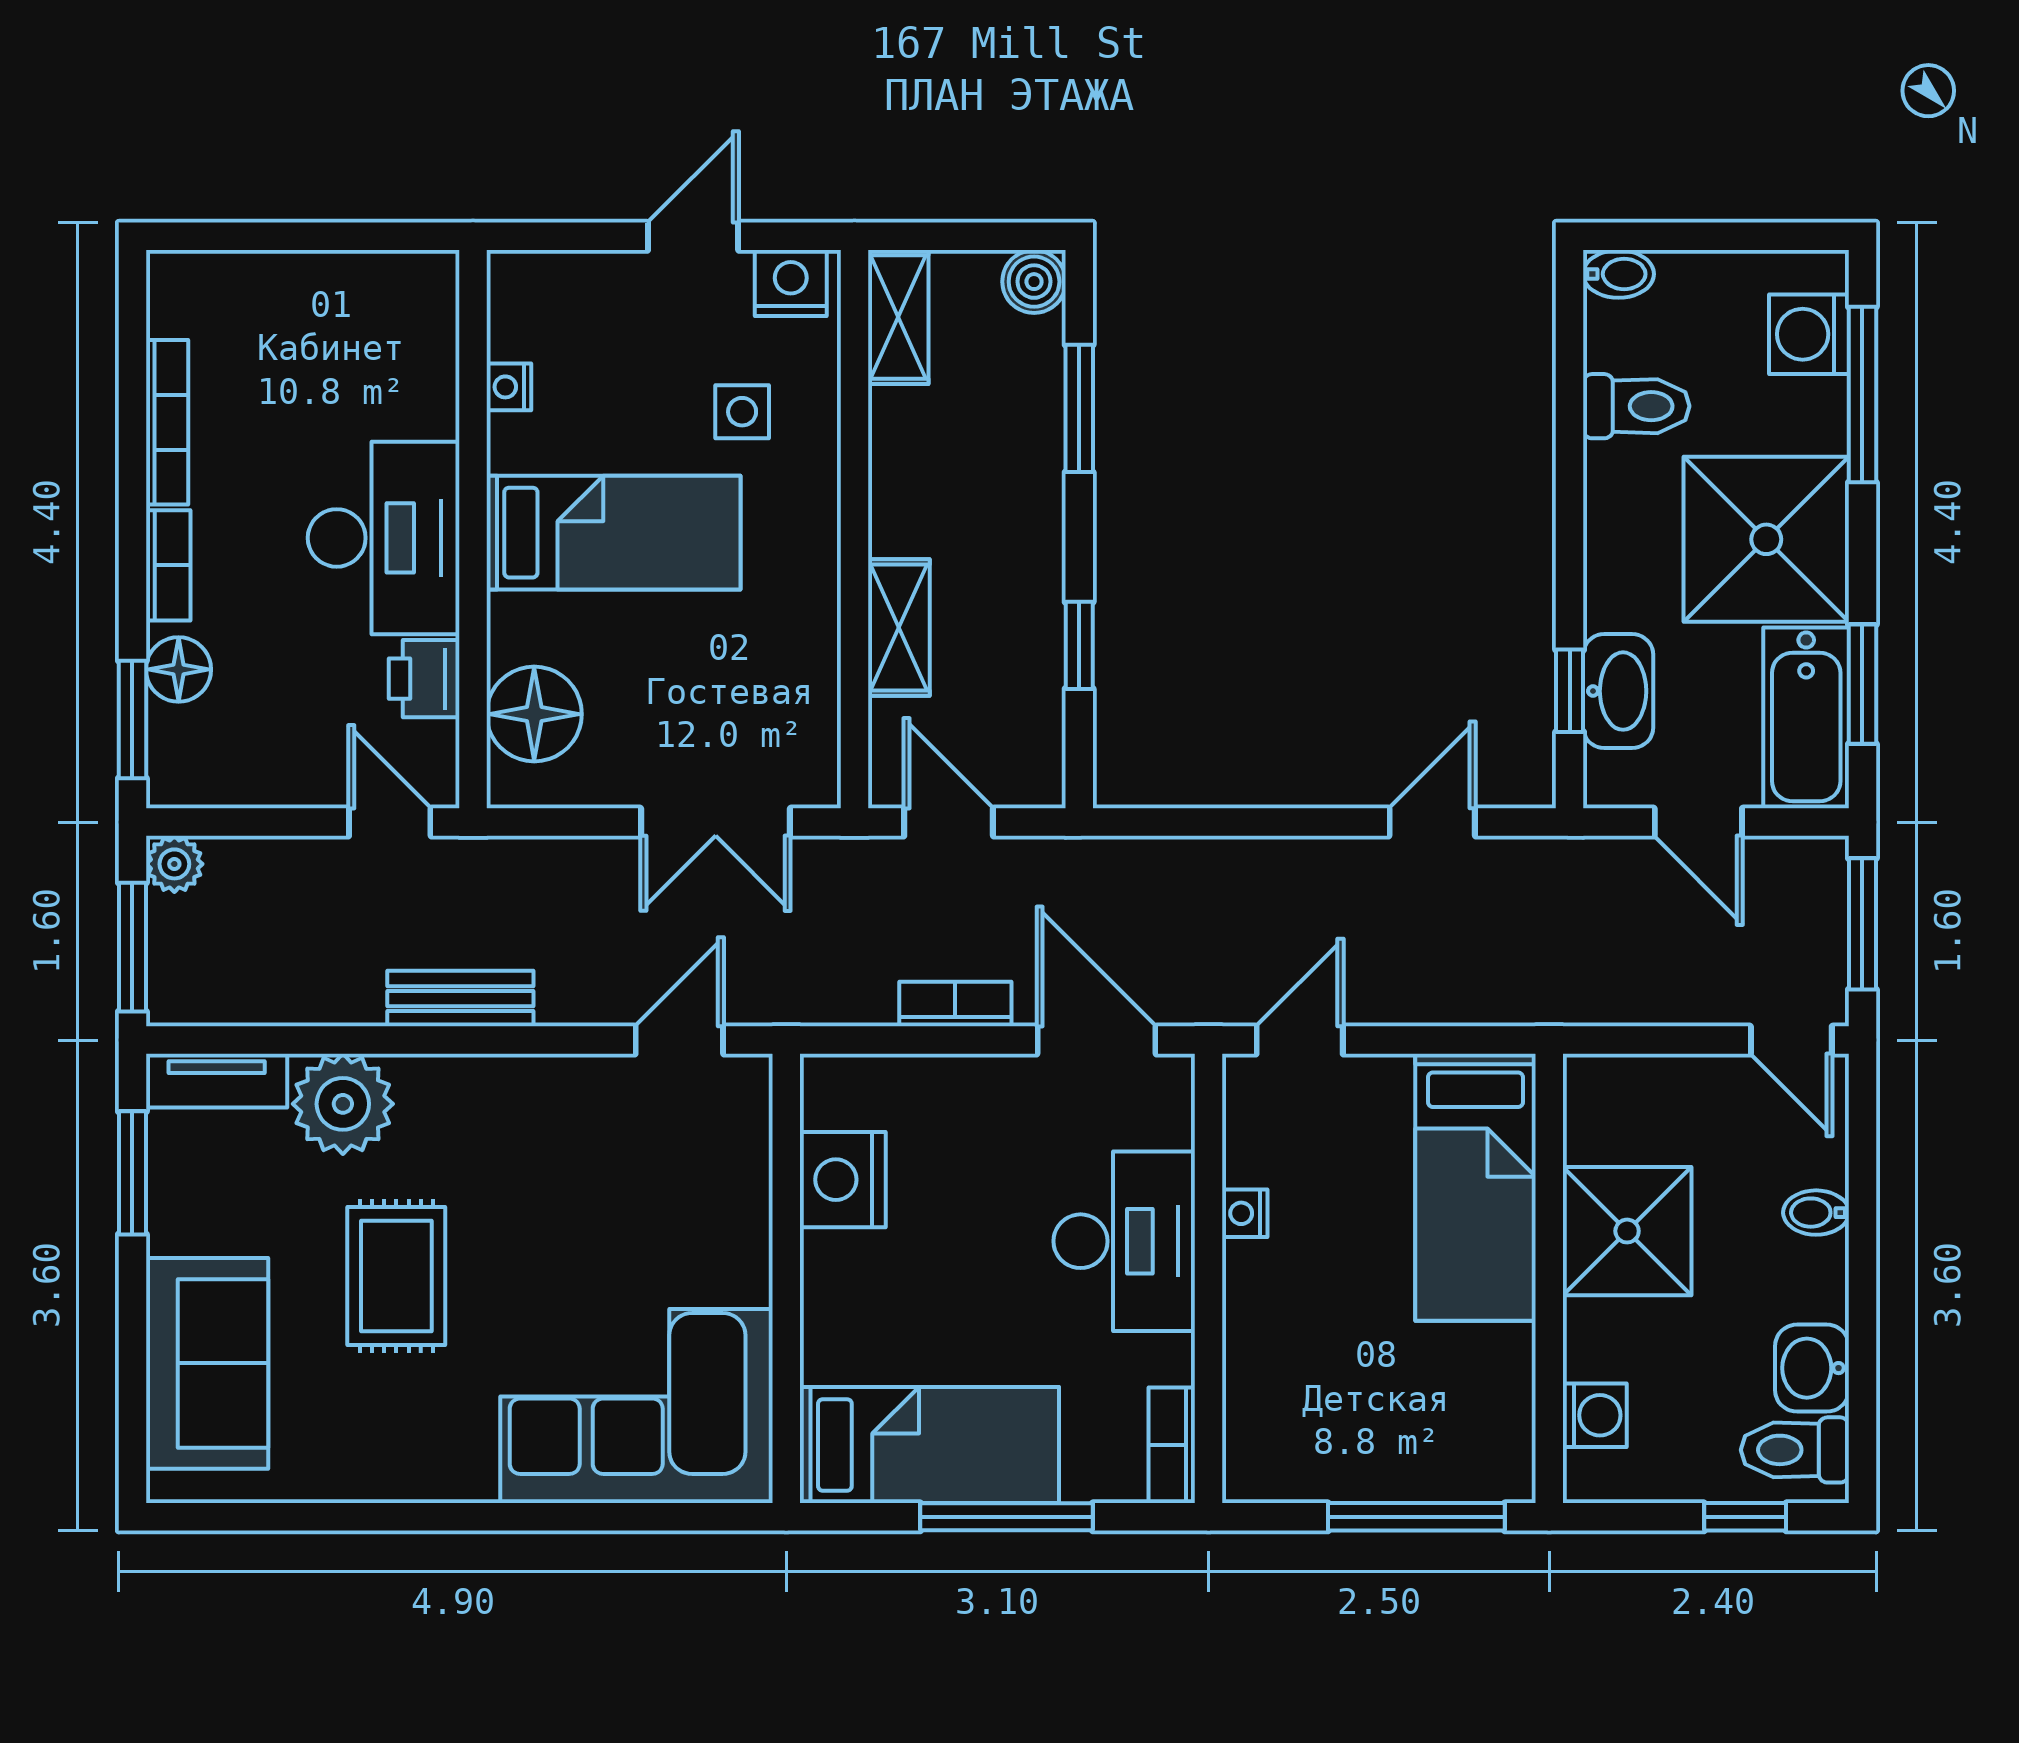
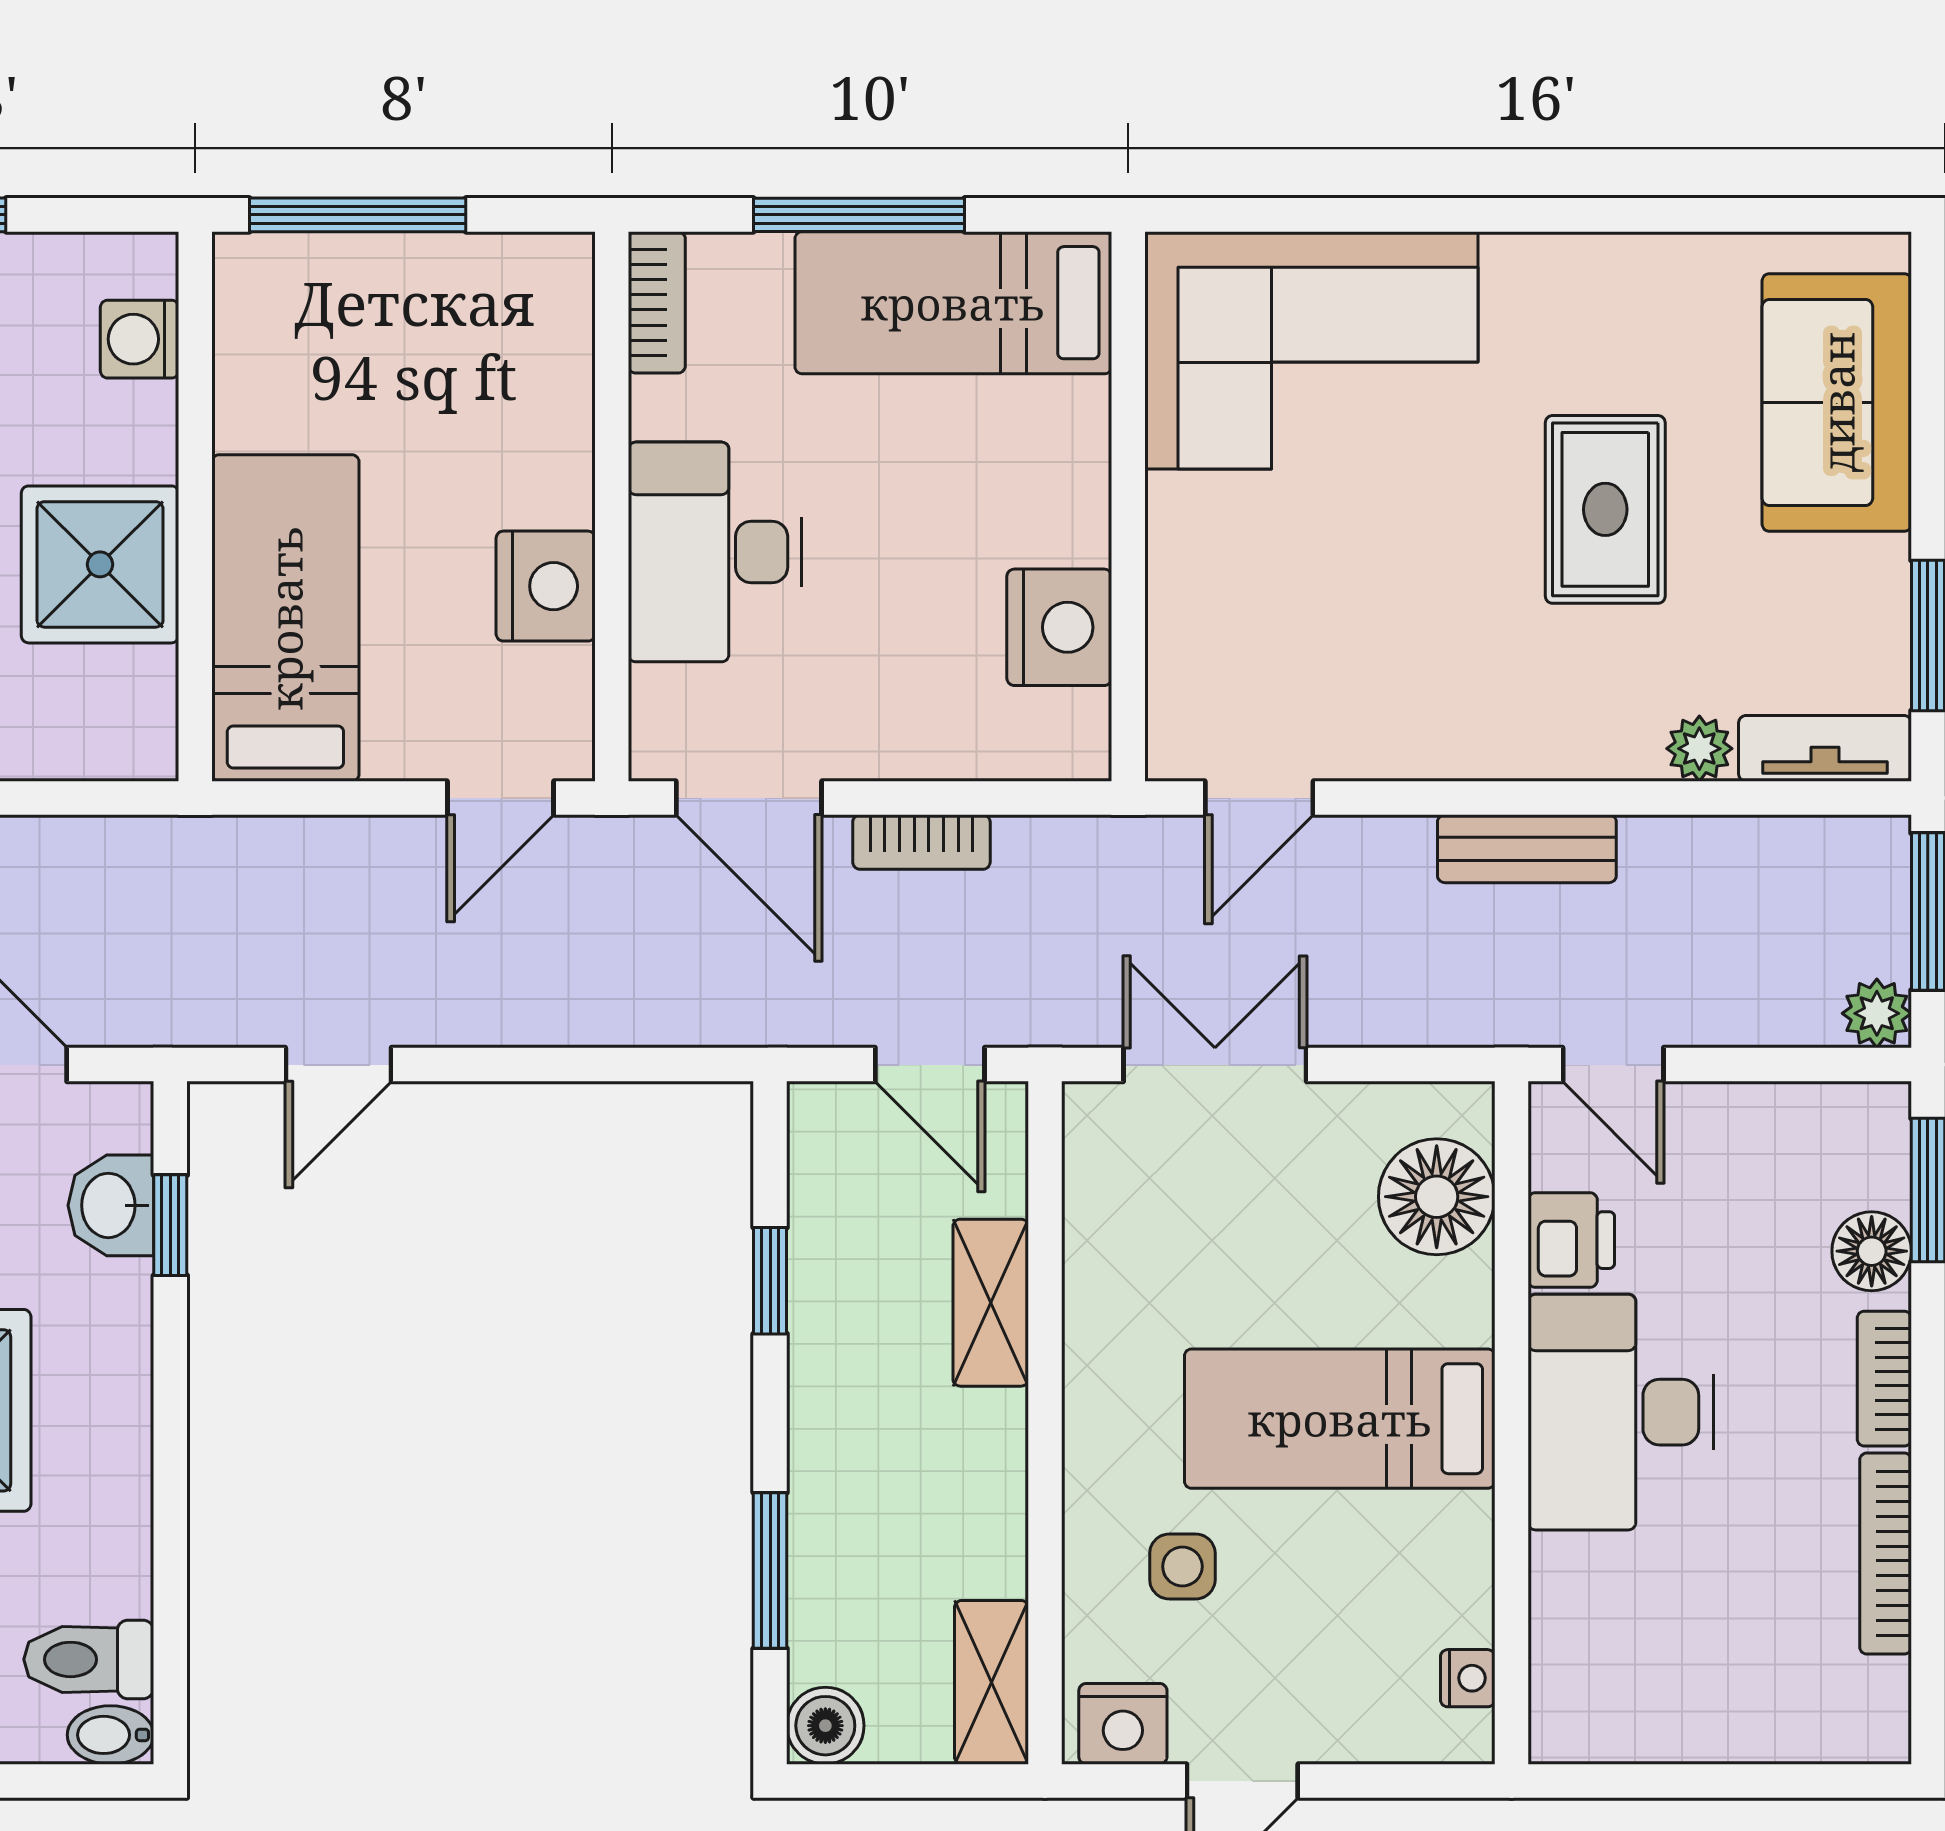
nightstand: (509, 387) -> (1468, 1678), moved
toilet: (1636, 406) -> (89, 1659), moved
washbasin: (1618, 691) -> (111, 1205), width x0.72
plant: (343, 1104) -> (1699, 749), width x0.53, depth x0.53
nightstand: (1245, 1213) -> (546, 586), width x1.89, depth x1.79

